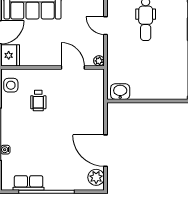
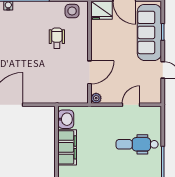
filing cabinet: (149, 90) -> (67, 147), added
wheelchair: (38, 101) -> (57, 38), turned 90

